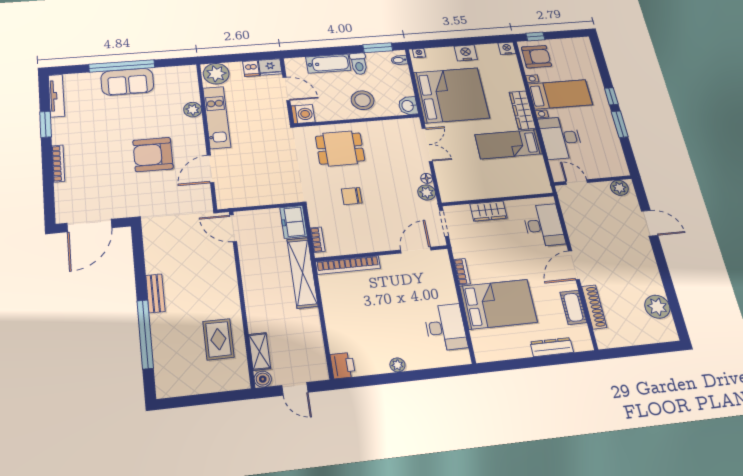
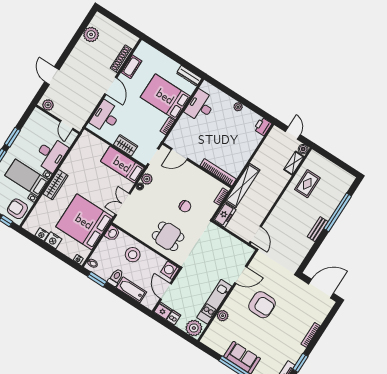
nightstand: (507, 48) -> (42, 234), moved
bed: (509, 144) -> (122, 165), moved, turned 180
door: (574, 265) -> (111, 86), hinge flipped
dresser: (552, 347) -> (189, 76), moved

